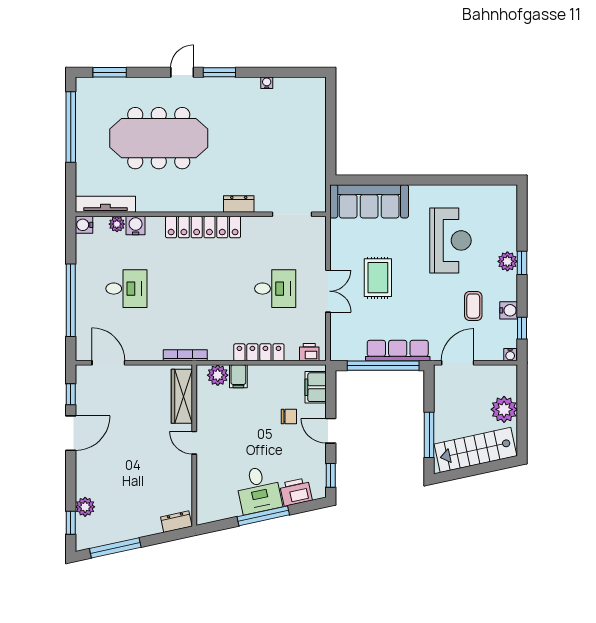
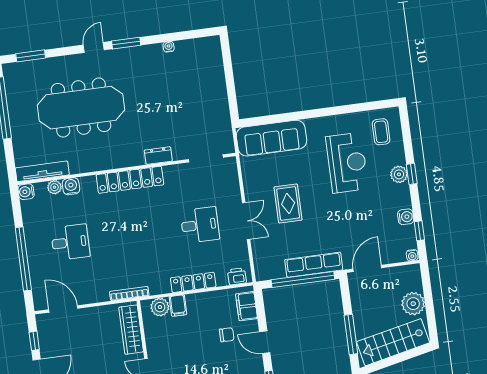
coffee table: (473, 306) -> (381, 132), moved

